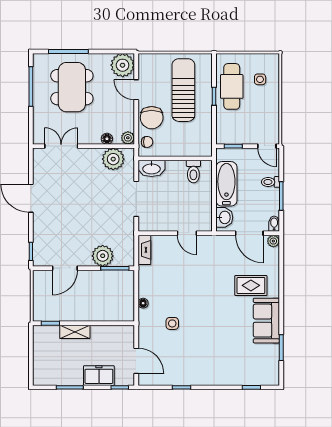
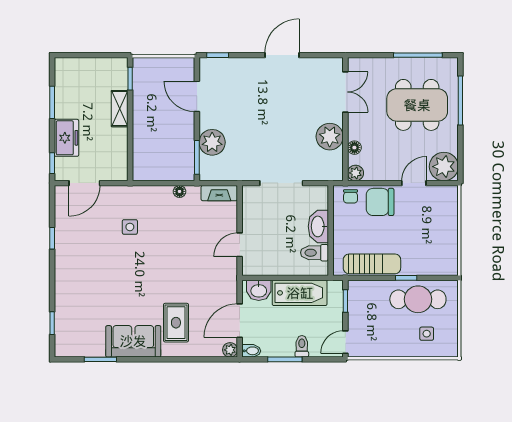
sun lounger: (183, 90) -> (372, 264), moved, width x0.73, depth x0.75
plant: (113, 159) -> (330, 137), moved
washbasin: (151, 168) -> (318, 226), moved
floor lamp: (143, 303) -> (180, 191), moved

